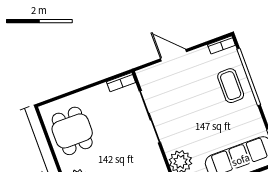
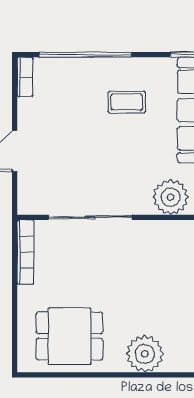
bookcase: (121, 82) -> (25, 252), width x1.56
coffee table: (231, 86) -> (127, 102), moved, width x0.73, depth x0.77

